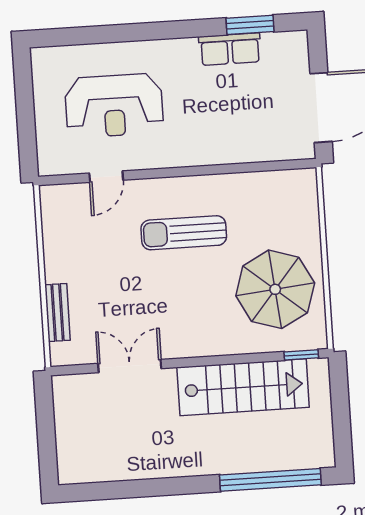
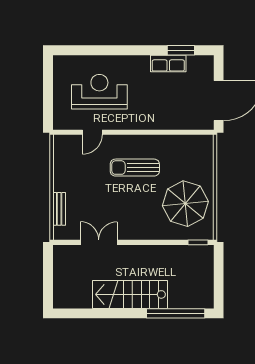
reception desk: (114, 106) -> (99, 92), turned 180
stairs: (243, 387) -> (130, 294), moved, turned 180

